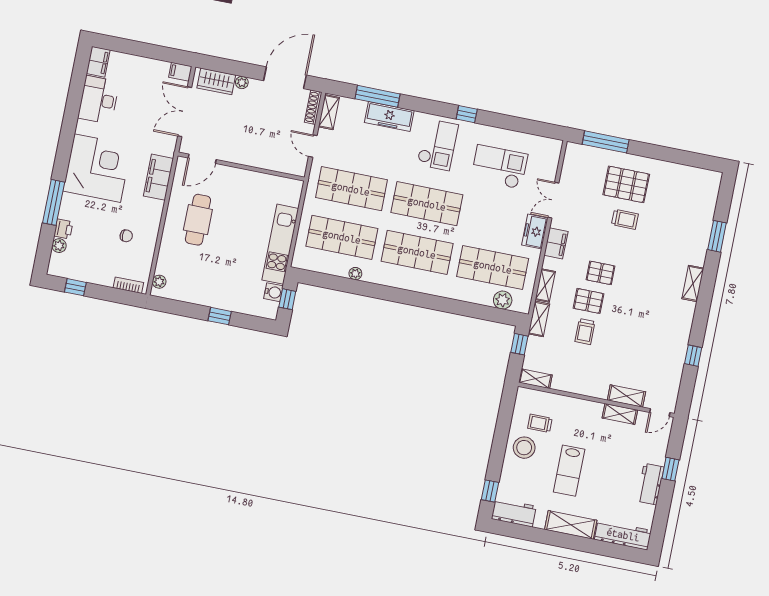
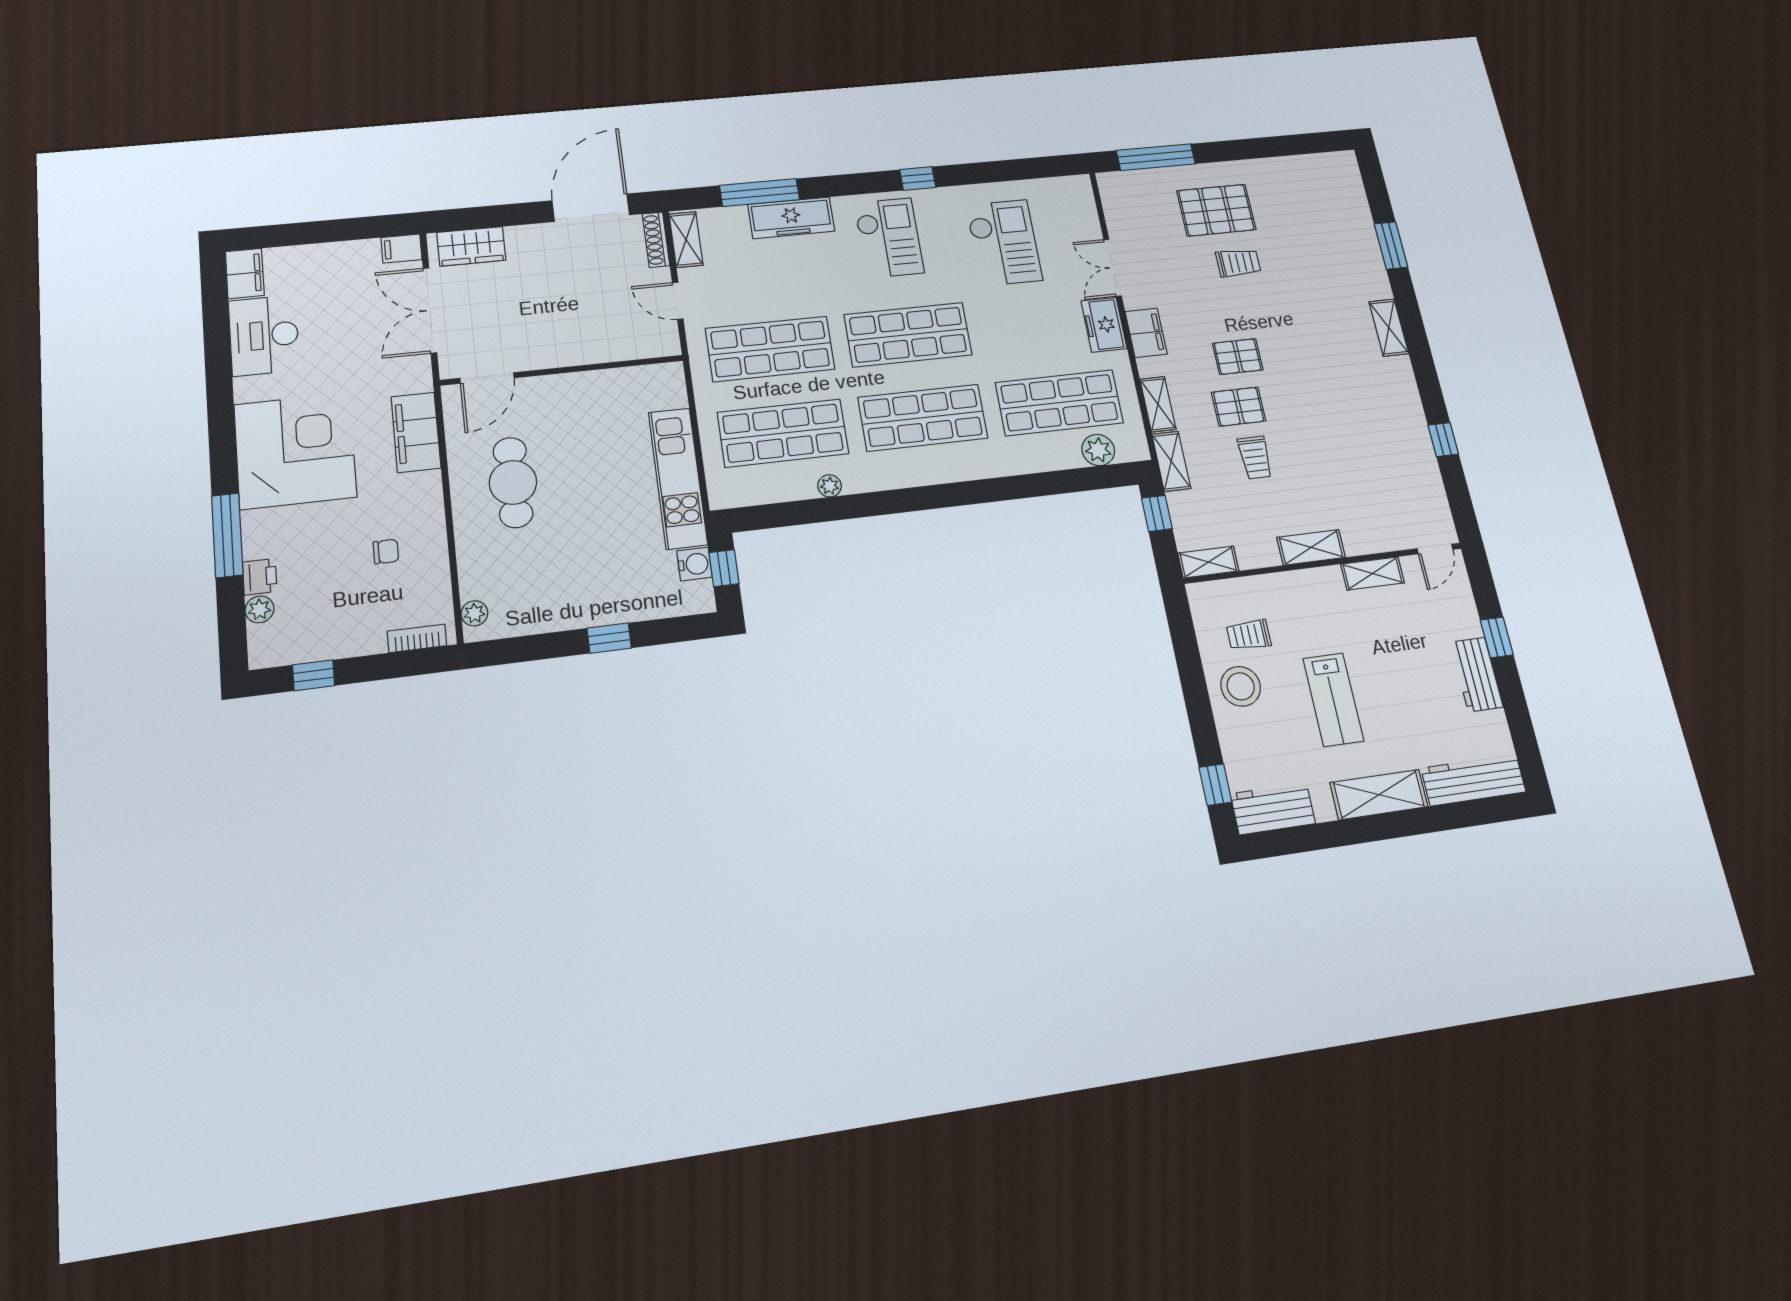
plant: (242, 82) -> (518, 235), removed
checkout: (499, 167) -> (1004, 243), turned 90
shelving: (626, 396) -> (1311, 547), moved

